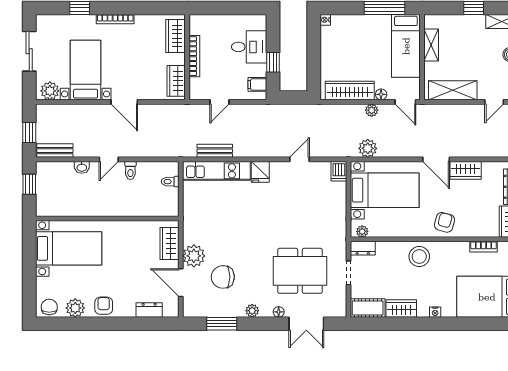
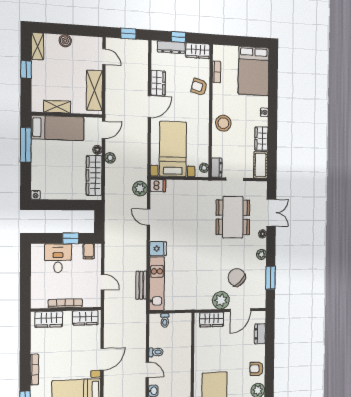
plant: (368, 148) -> (140, 189), moved
armchair: (445, 222) -> (199, 87), moved
chair: (223, 277) -> (237, 277), turned 136

